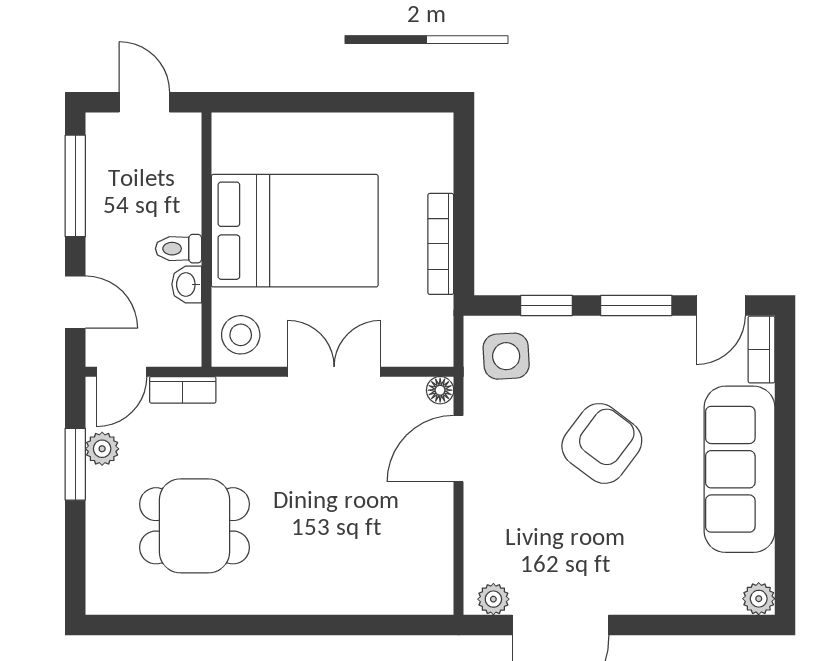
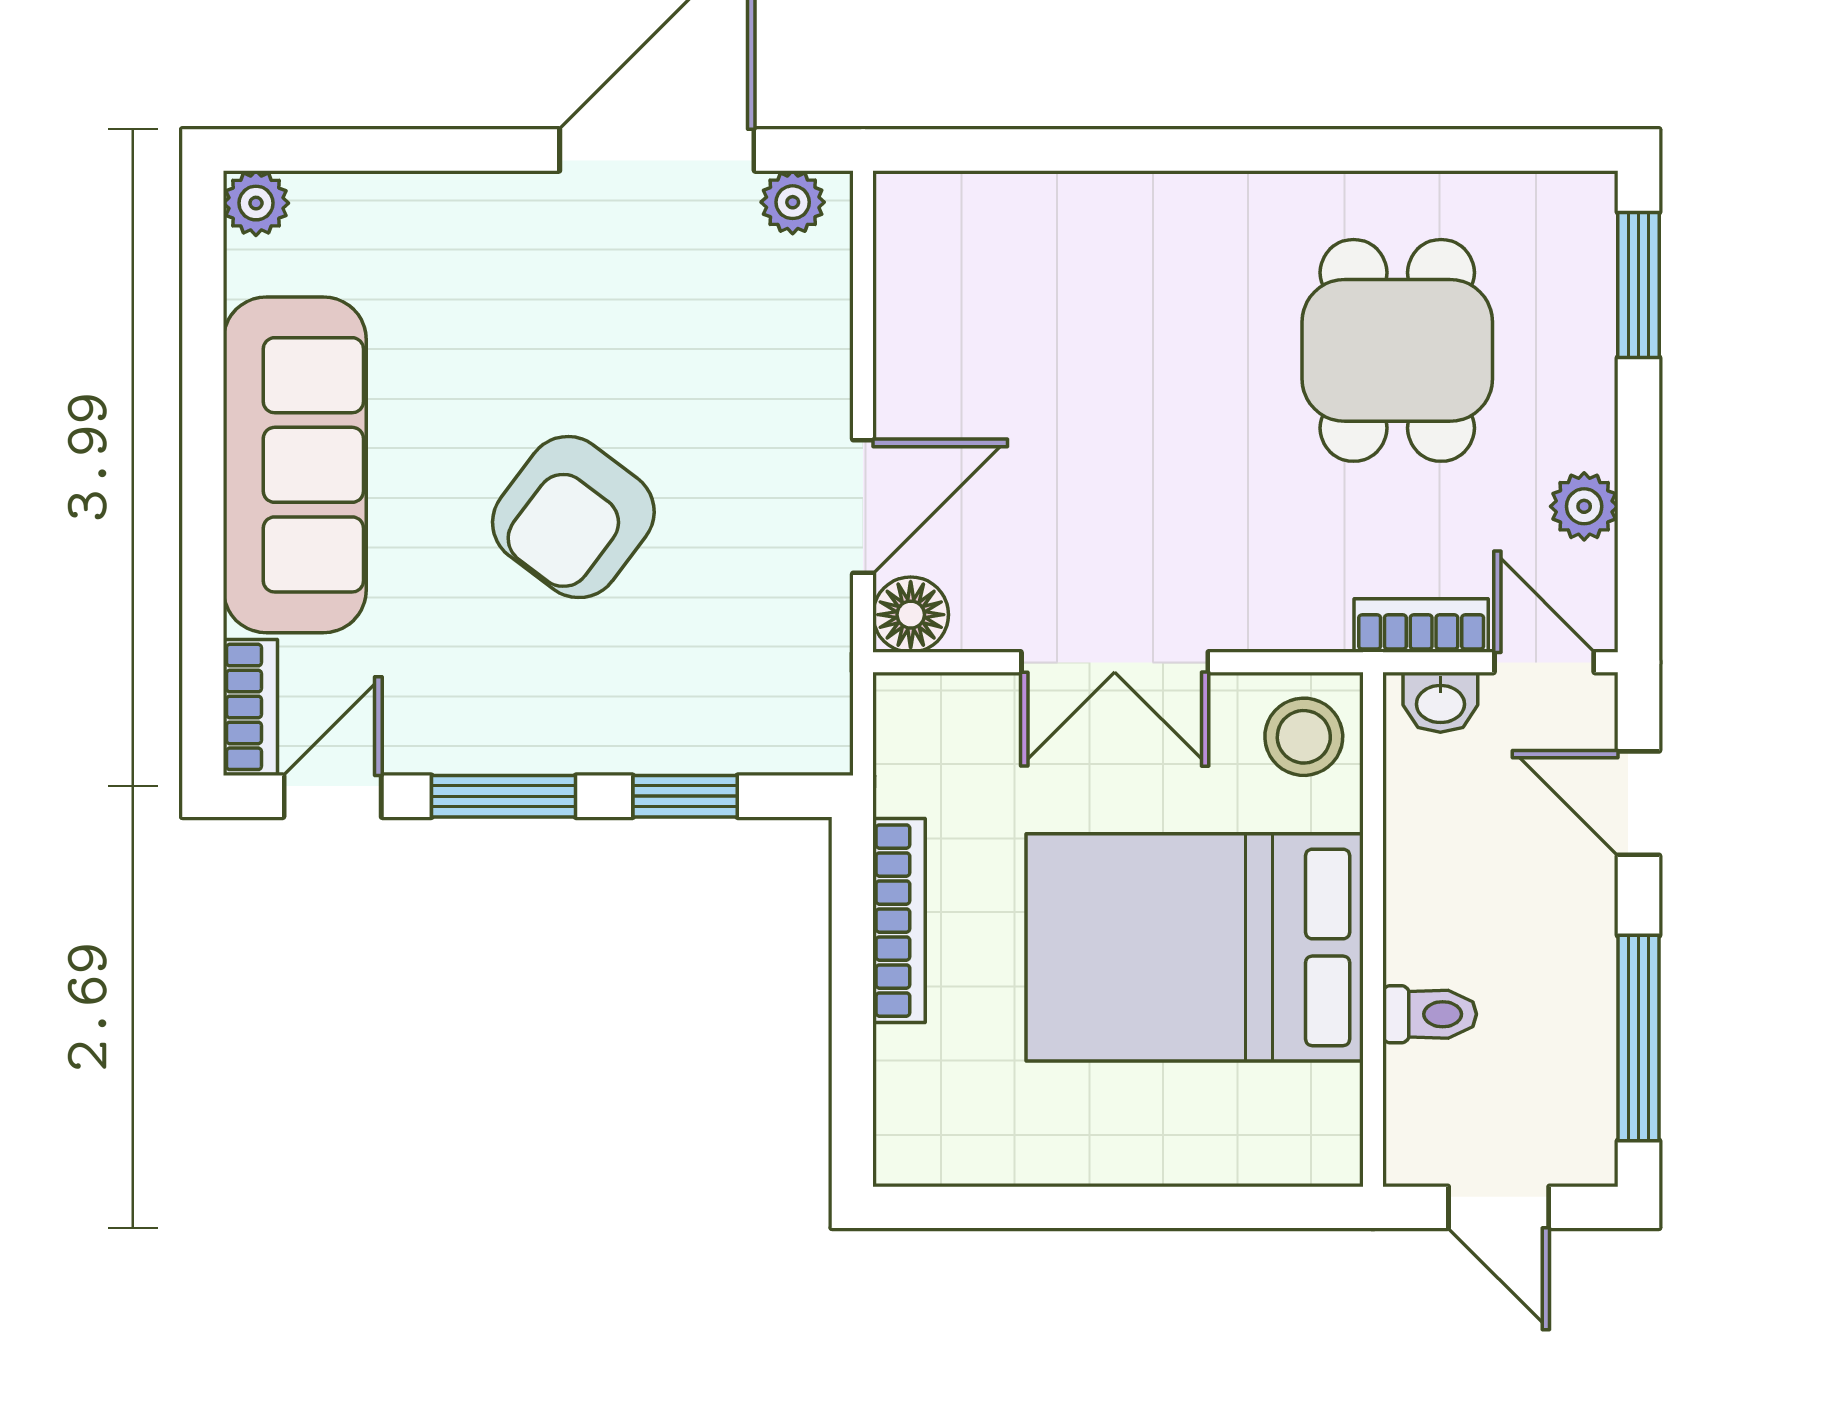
toilet: (179, 249) -> (1430, 1014), moved
washbasin: (187, 284) -> (1440, 702), moved, turned 90
side table: (506, 356) -> (767, 694), removed
door: (122, 372) -> (1544, 662), hinge flipped
floor lamp: (440, 390) -> (911, 615), width x1.37, depth x1.37
window: (75, 464) -> (1638, 285), moved
dining table: (194, 526) -> (1397, 350), turned 90

